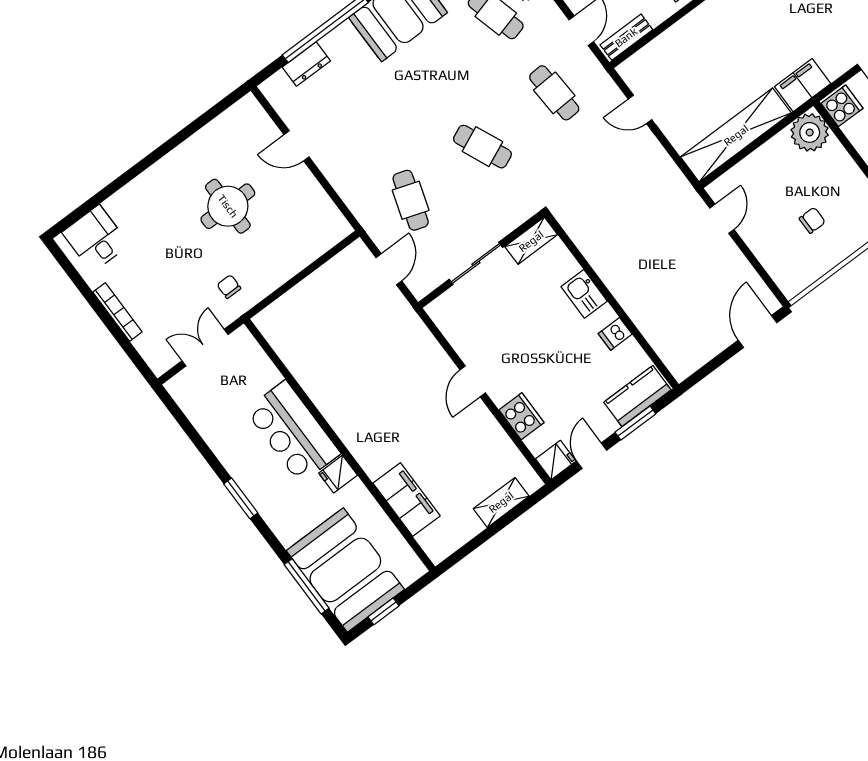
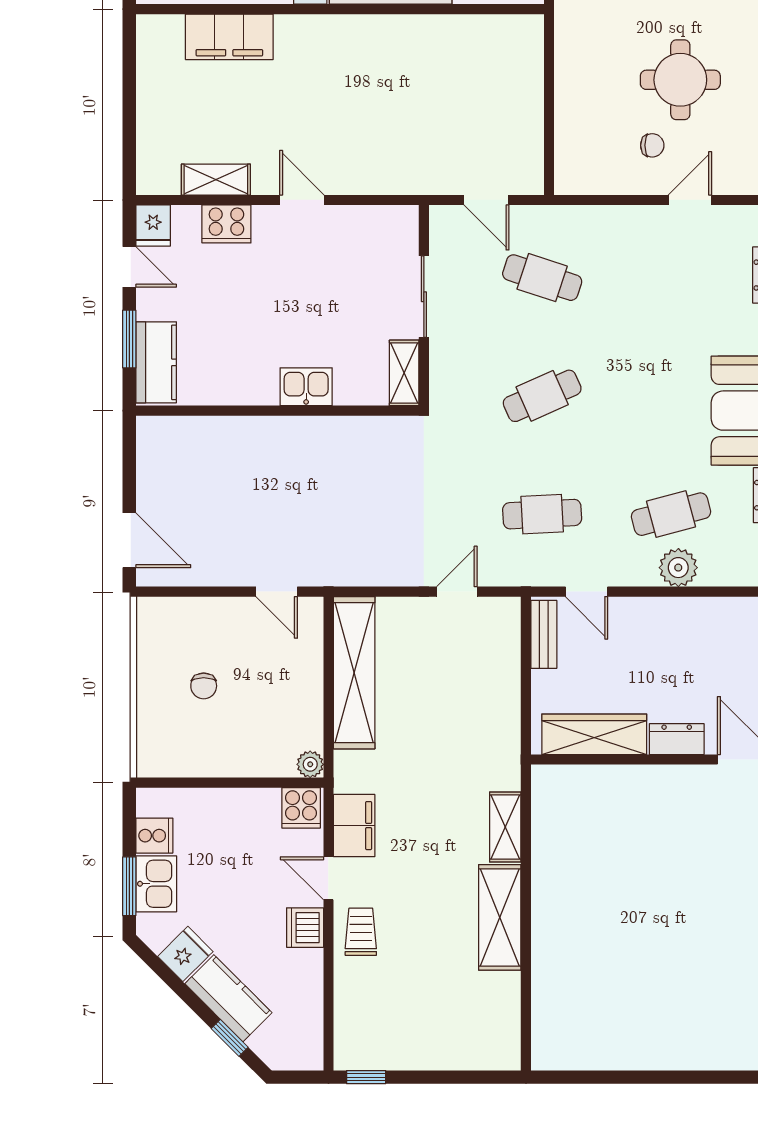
filing cabinet: (803, 85) -> (354, 826), moved
plant: (810, 132) -> (310, 764), width x0.53, depth x0.53
chair: (229, 287) -> (652, 145), moved
dishwasher: (615, 334) -> (239, 388), removed
shelving: (501, 502) -> (216, 180), moved, turned 90

